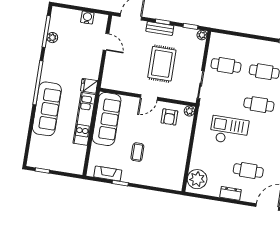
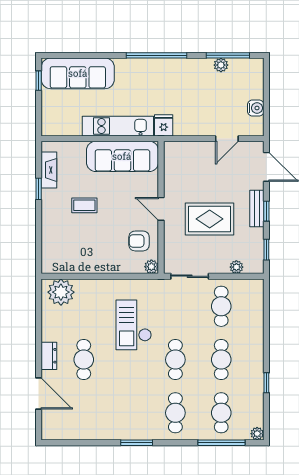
plant: (202, 35) -> (236, 267), moved
sofa: (47, 109) -> (78, 73), moved
checkout: (229, 131) -> (134, 325), turned 180
dresser: (230, 193) -> (49, 356), moved

